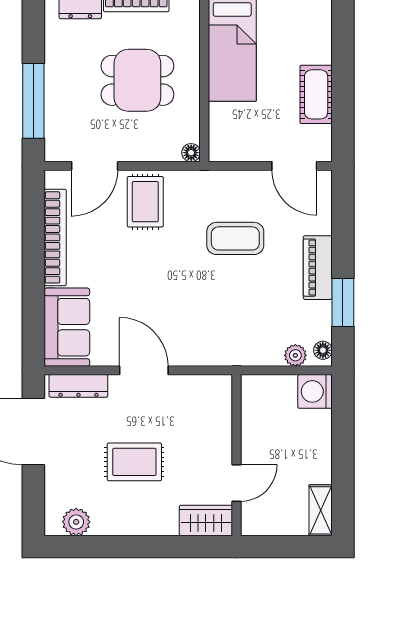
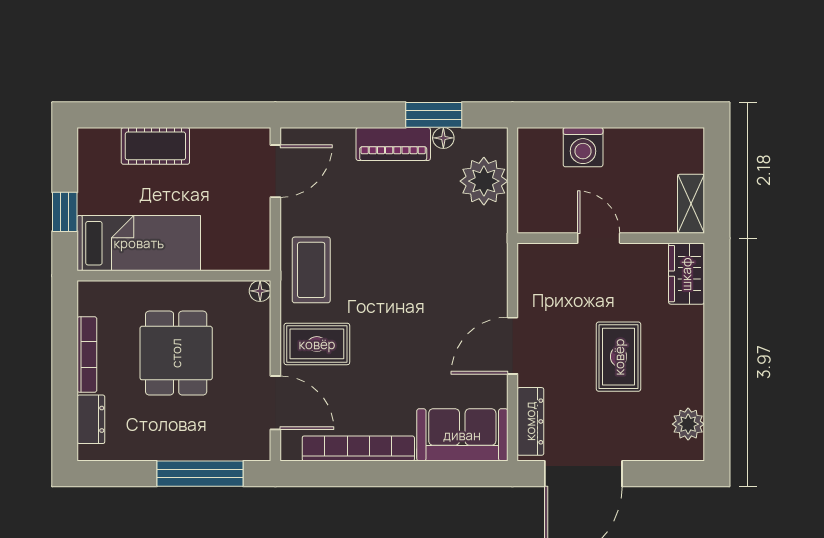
cot: (316, 94) -> (155, 146), moved
coffee table: (235, 238) -> (311, 270), moved
floor lamp: (323, 350) -> (443, 138), moved
plant: (295, 355) -> (484, 181), width x1.88, depth x1.88
washing machine: (315, 391) -> (583, 147), moved
door: (237, 483) -> (599, 238), moved
shelving: (321, 510) -> (691, 204), moved, turned 90

